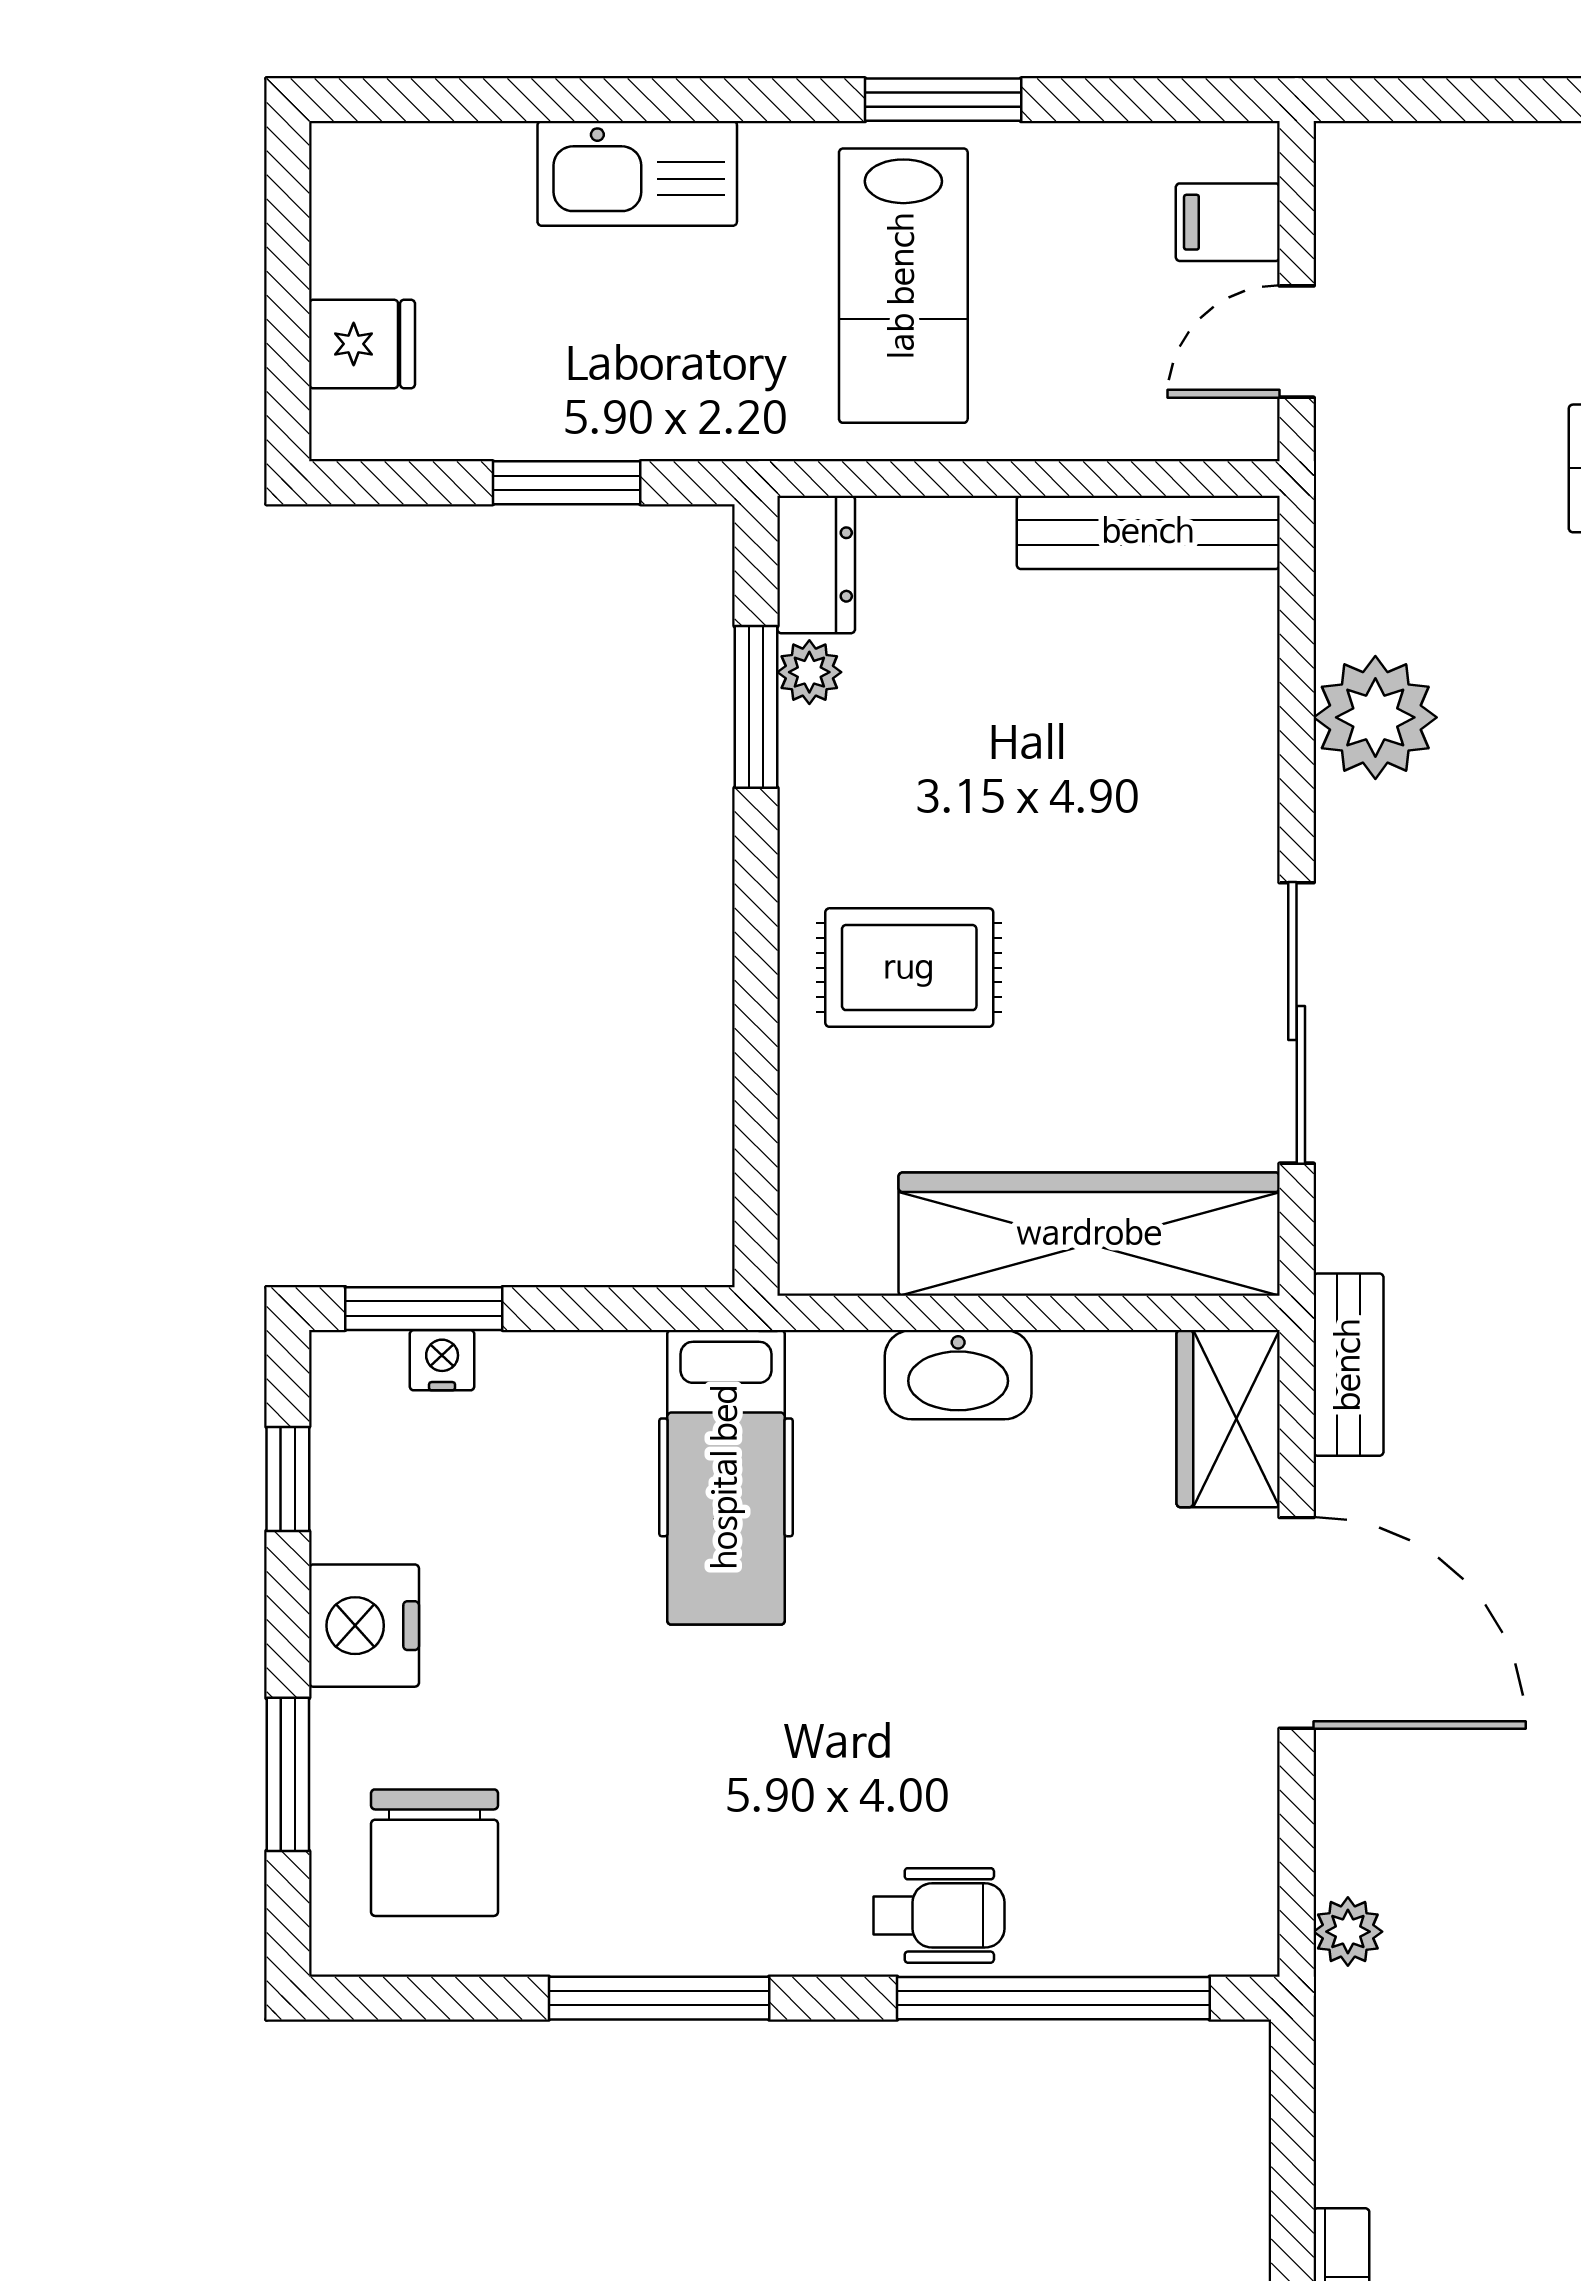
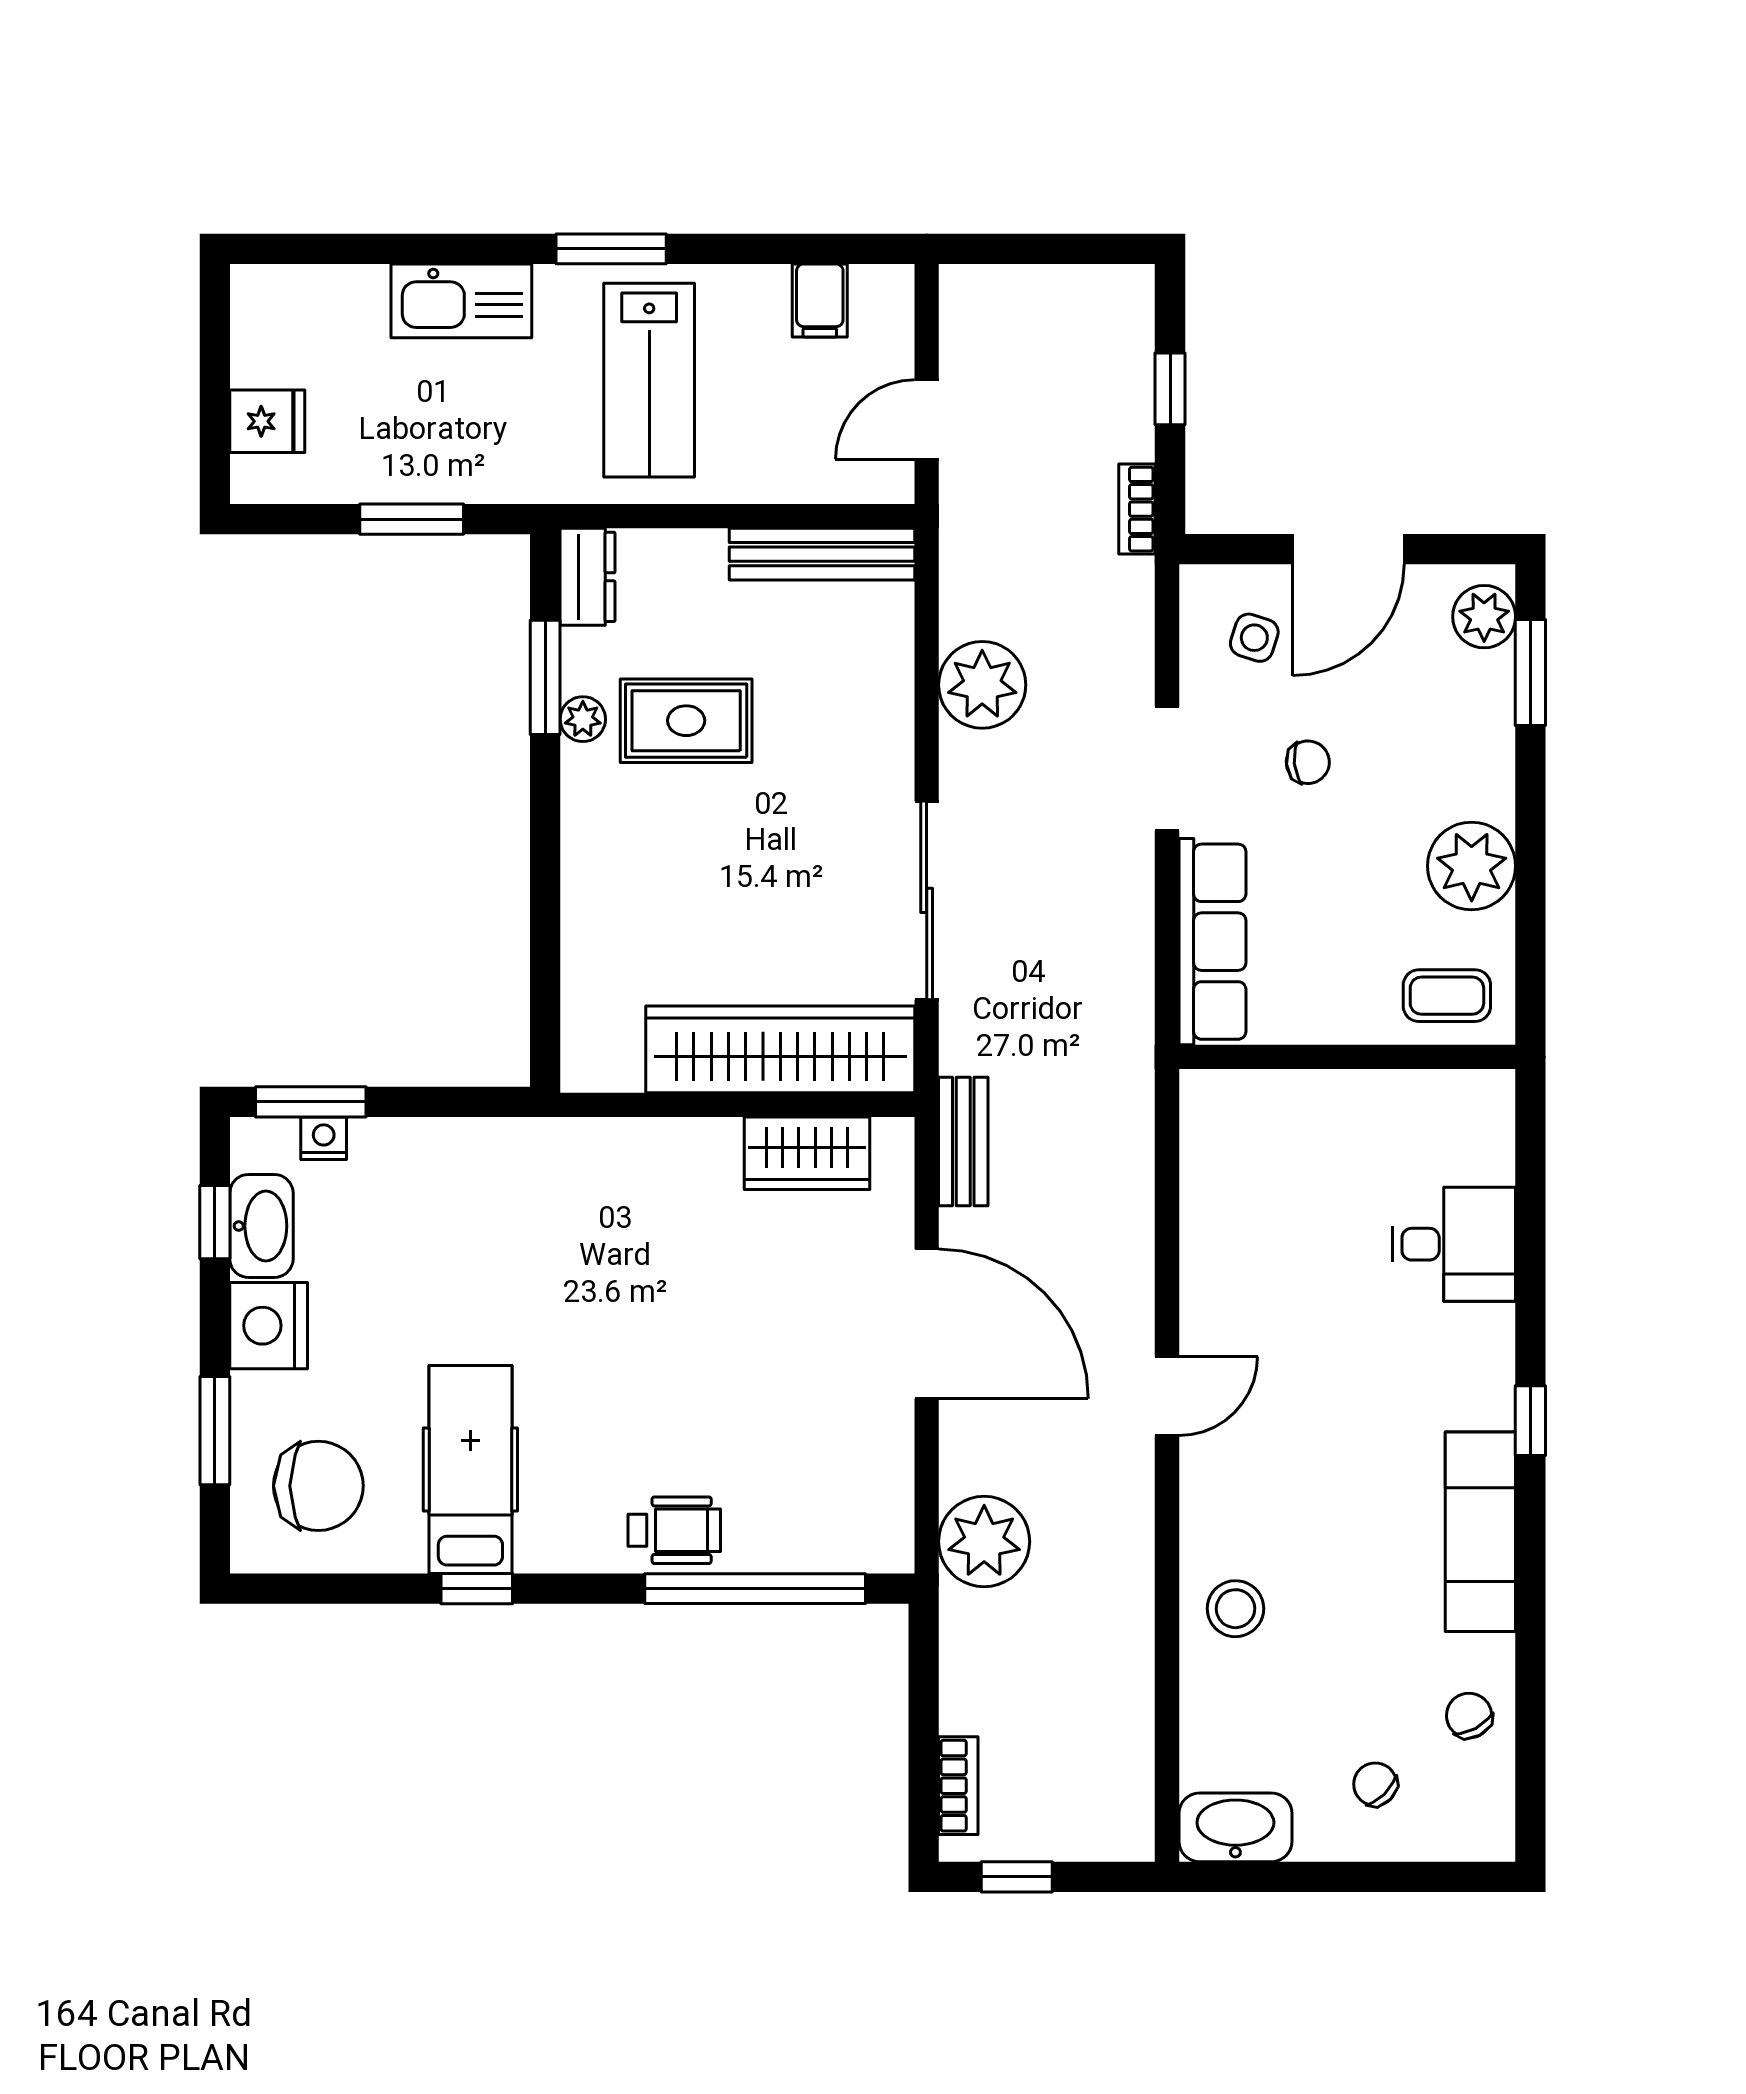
window: (943, 100) -> (611, 249), moved
filing cabinet: (1228, 222) -> (820, 300), moved, turned -90
plant: (809, 672) -> (583, 719), moved
rug: (909, 968) -> (686, 721), moved
washbasin: (958, 1375) -> (261, 1226), moved, turned -90
wardrobe: (1228, 1419) -> (807, 1153), moved, turned -90
hospital bed: (726, 1477) -> (470, 1469), moved, turned 180
chair: (434, 1853) -> (318, 1486), turned -90
plant: (1348, 1932) -> (984, 1542), width x1.88, depth x1.88
window: (659, 1998) -> (477, 1589), width x0.46

